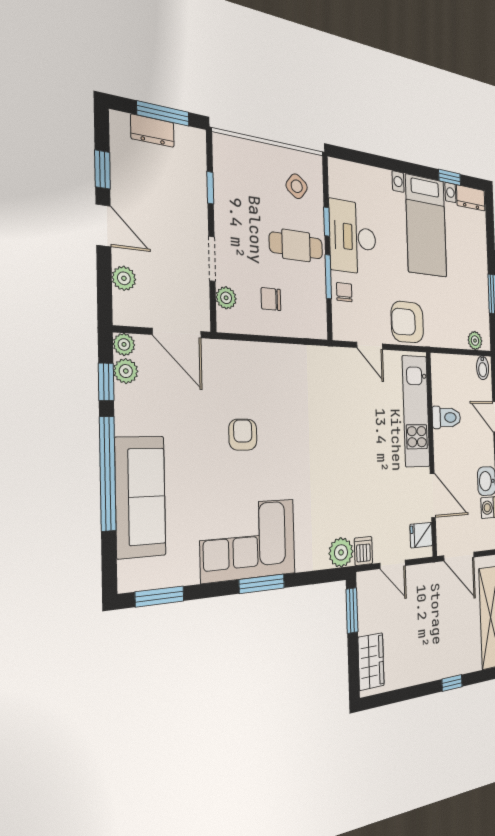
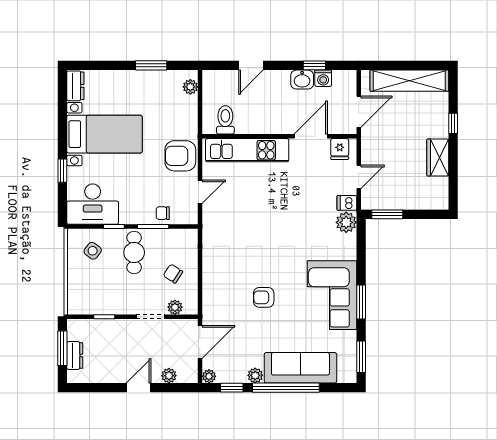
window: (102, 169) -> (105, 388), removed
window: (450, 177) -> (62, 171), moved
desk: (353, 237) -> (93, 204), moved
chair: (271, 299) -> (173, 274), turned 123
armchair: (407, 322) -> (180, 156), turned 90
bidet: (483, 368) -> (212, 80), removed
plant: (126, 371) -> (255, 375), moved
toilet: (447, 417) -> (225, 120), moved
window: (262, 584) -> (361, 302), moved
wardrobe: (371, 661) -> (438, 157), moved, turned -90

